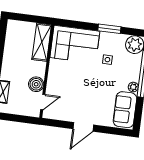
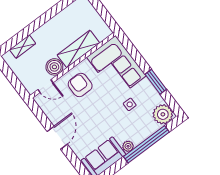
shelving: (42, 42) -> (78, 49), moved
armchair: (64, 79) -> (80, 85), added
door: (83, 127) -> (57, 138), swing flipped

